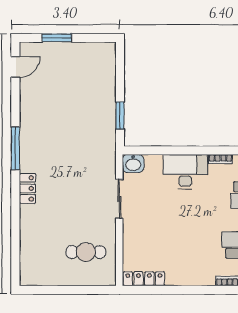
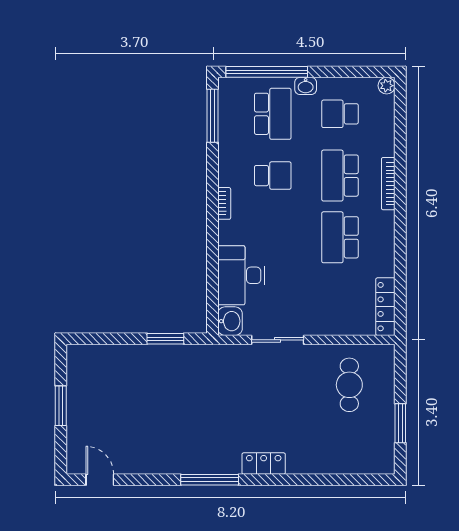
window: (57, 38) -> (61, 406), moved
desk: (185, 172) -> (241, 275), moved
school desk: (195, 245) -> (340, 237), added
window: (57, 290) -> (400, 423), added

